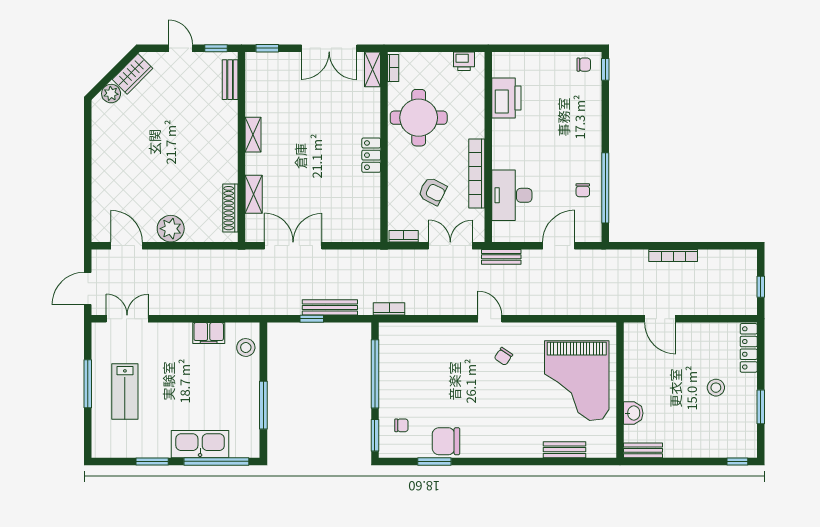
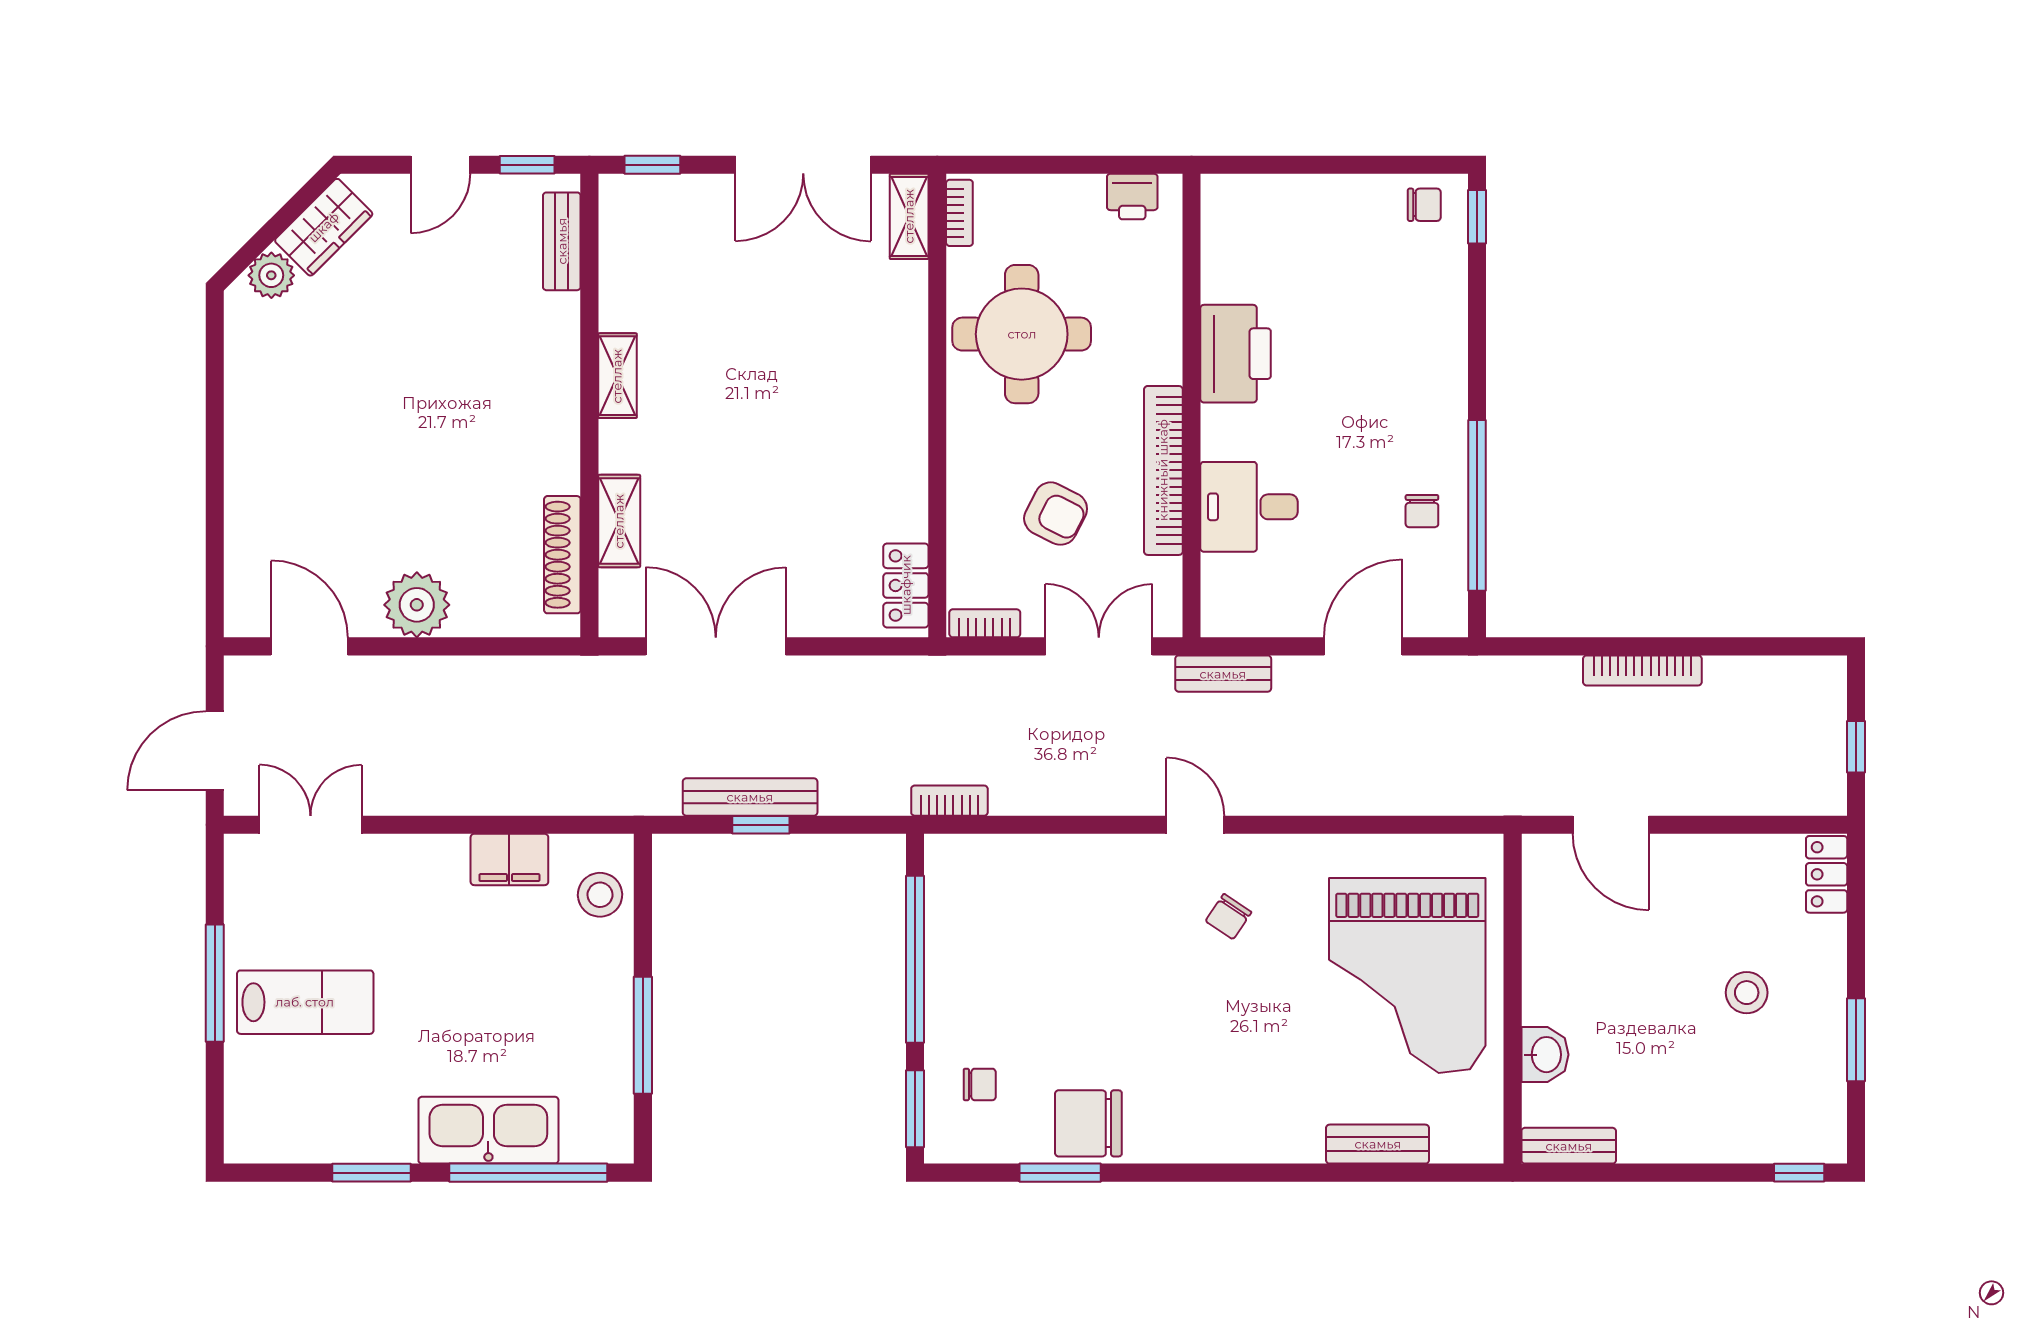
door: (180, 48) -> (440, 165), swing flipped
printer: (506, 98) -> (1236, 354), moved
locker: (371, 155) -> (906, 585), moved
desk: (512, 195) -> (1249, 507), width x0.73
bench: (330, 307) -> (750, 797), moved
locker: (749, 348) -> (1827, 874), width x0.66
lab bench: (125, 392) -> (305, 1002), turned -90

